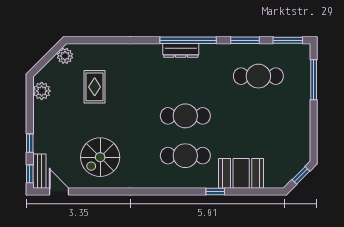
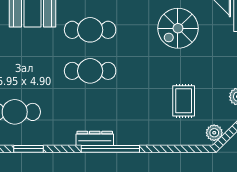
window: (188, 40) -> (110, 149), moved
spiral stairs: (100, 157) -> (178, 28), turned 180

